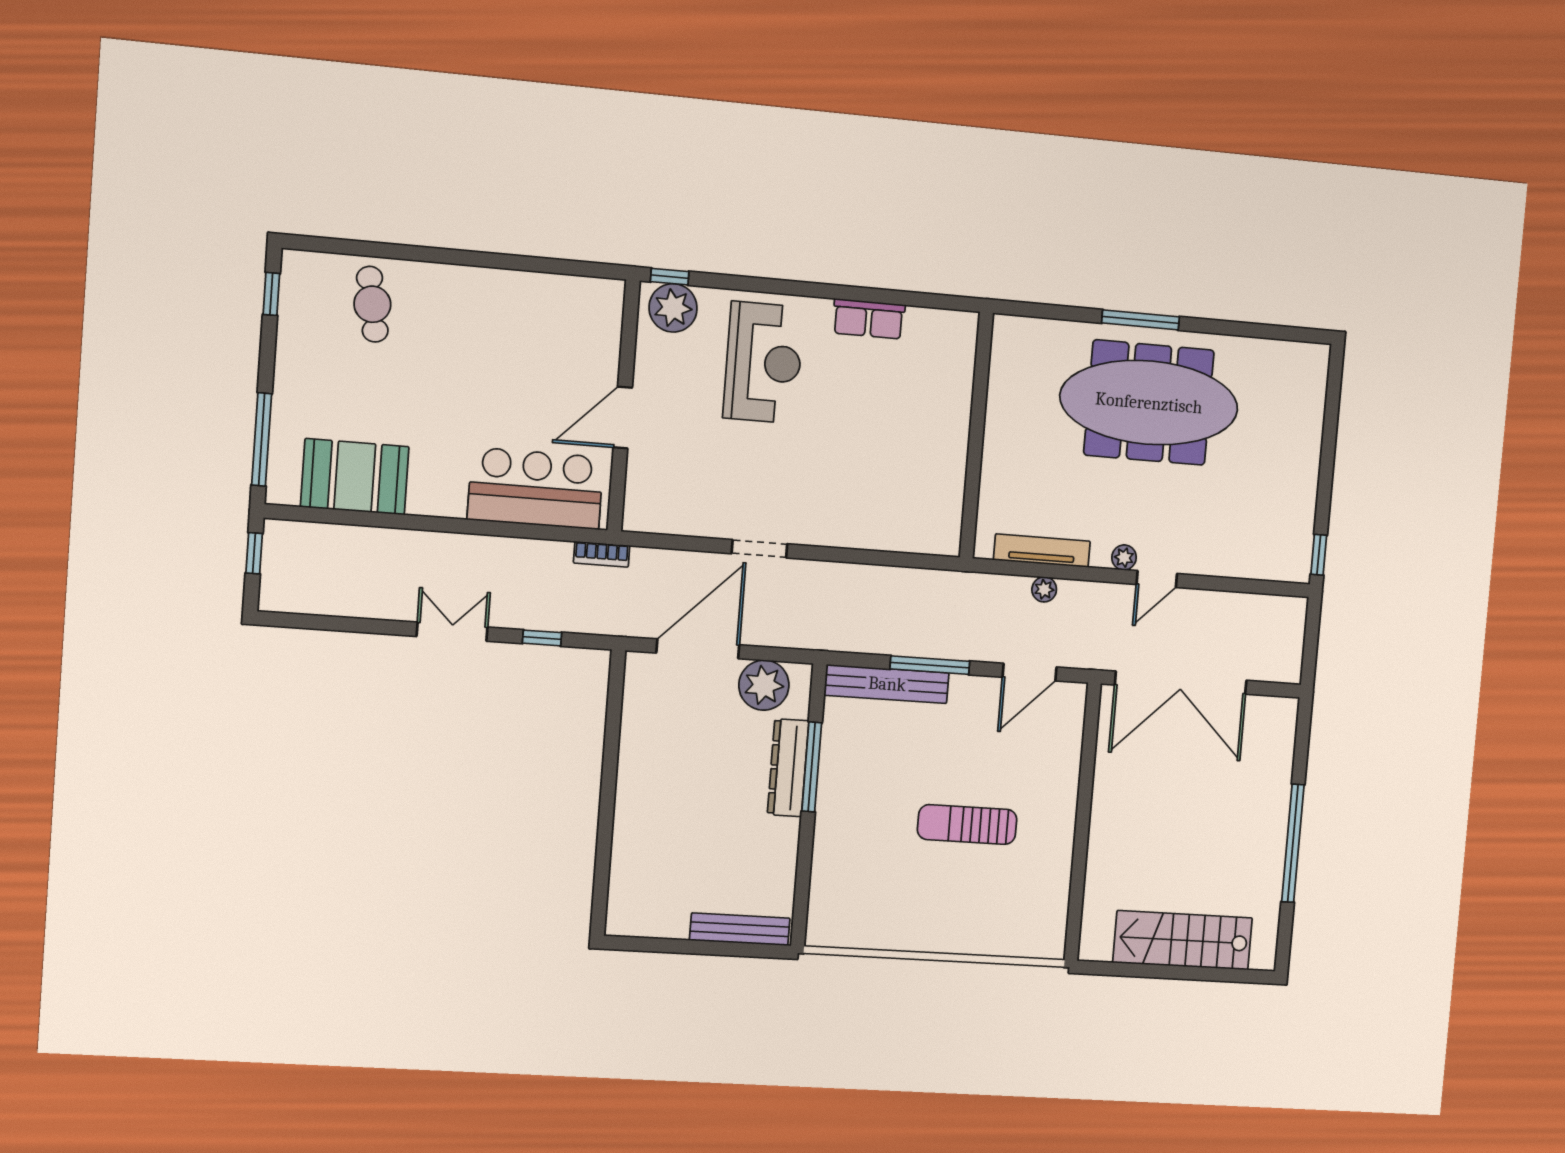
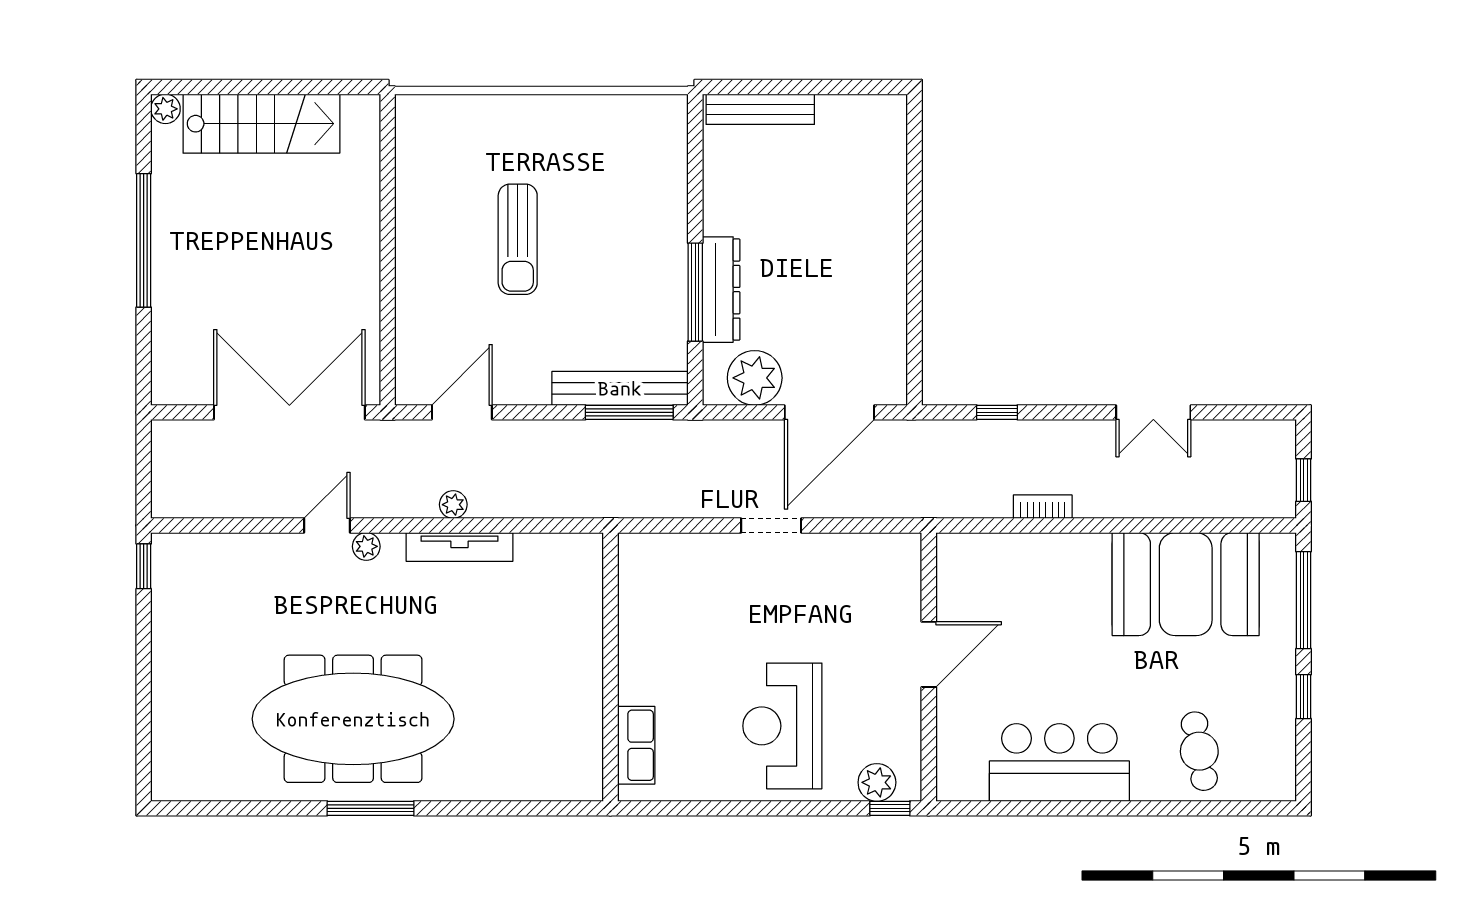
window: (271, 294) -> (1304, 697), moved
plant: (673, 308) -> (877, 782), width x0.73, depth x0.73
row of seats: (869, 319) -> (636, 745), moved, turned 90
wall: (976, 435) -> (610, 667), moved
booth: (355, 477) -> (1186, 584), width x1.36, depth x1.42
bar counter: (536, 488) -> (1059, 762), moved, turned 180
bookcase: (602, 554) -> (1043, 507), moved
double door: (452, 632) -> (1153, 412), moved
window: (930, 665) -> (629, 412), moved
sun lounger: (967, 825) -> (518, 239), turned 90
plant: (1264, 958) -> (165, 109), added

